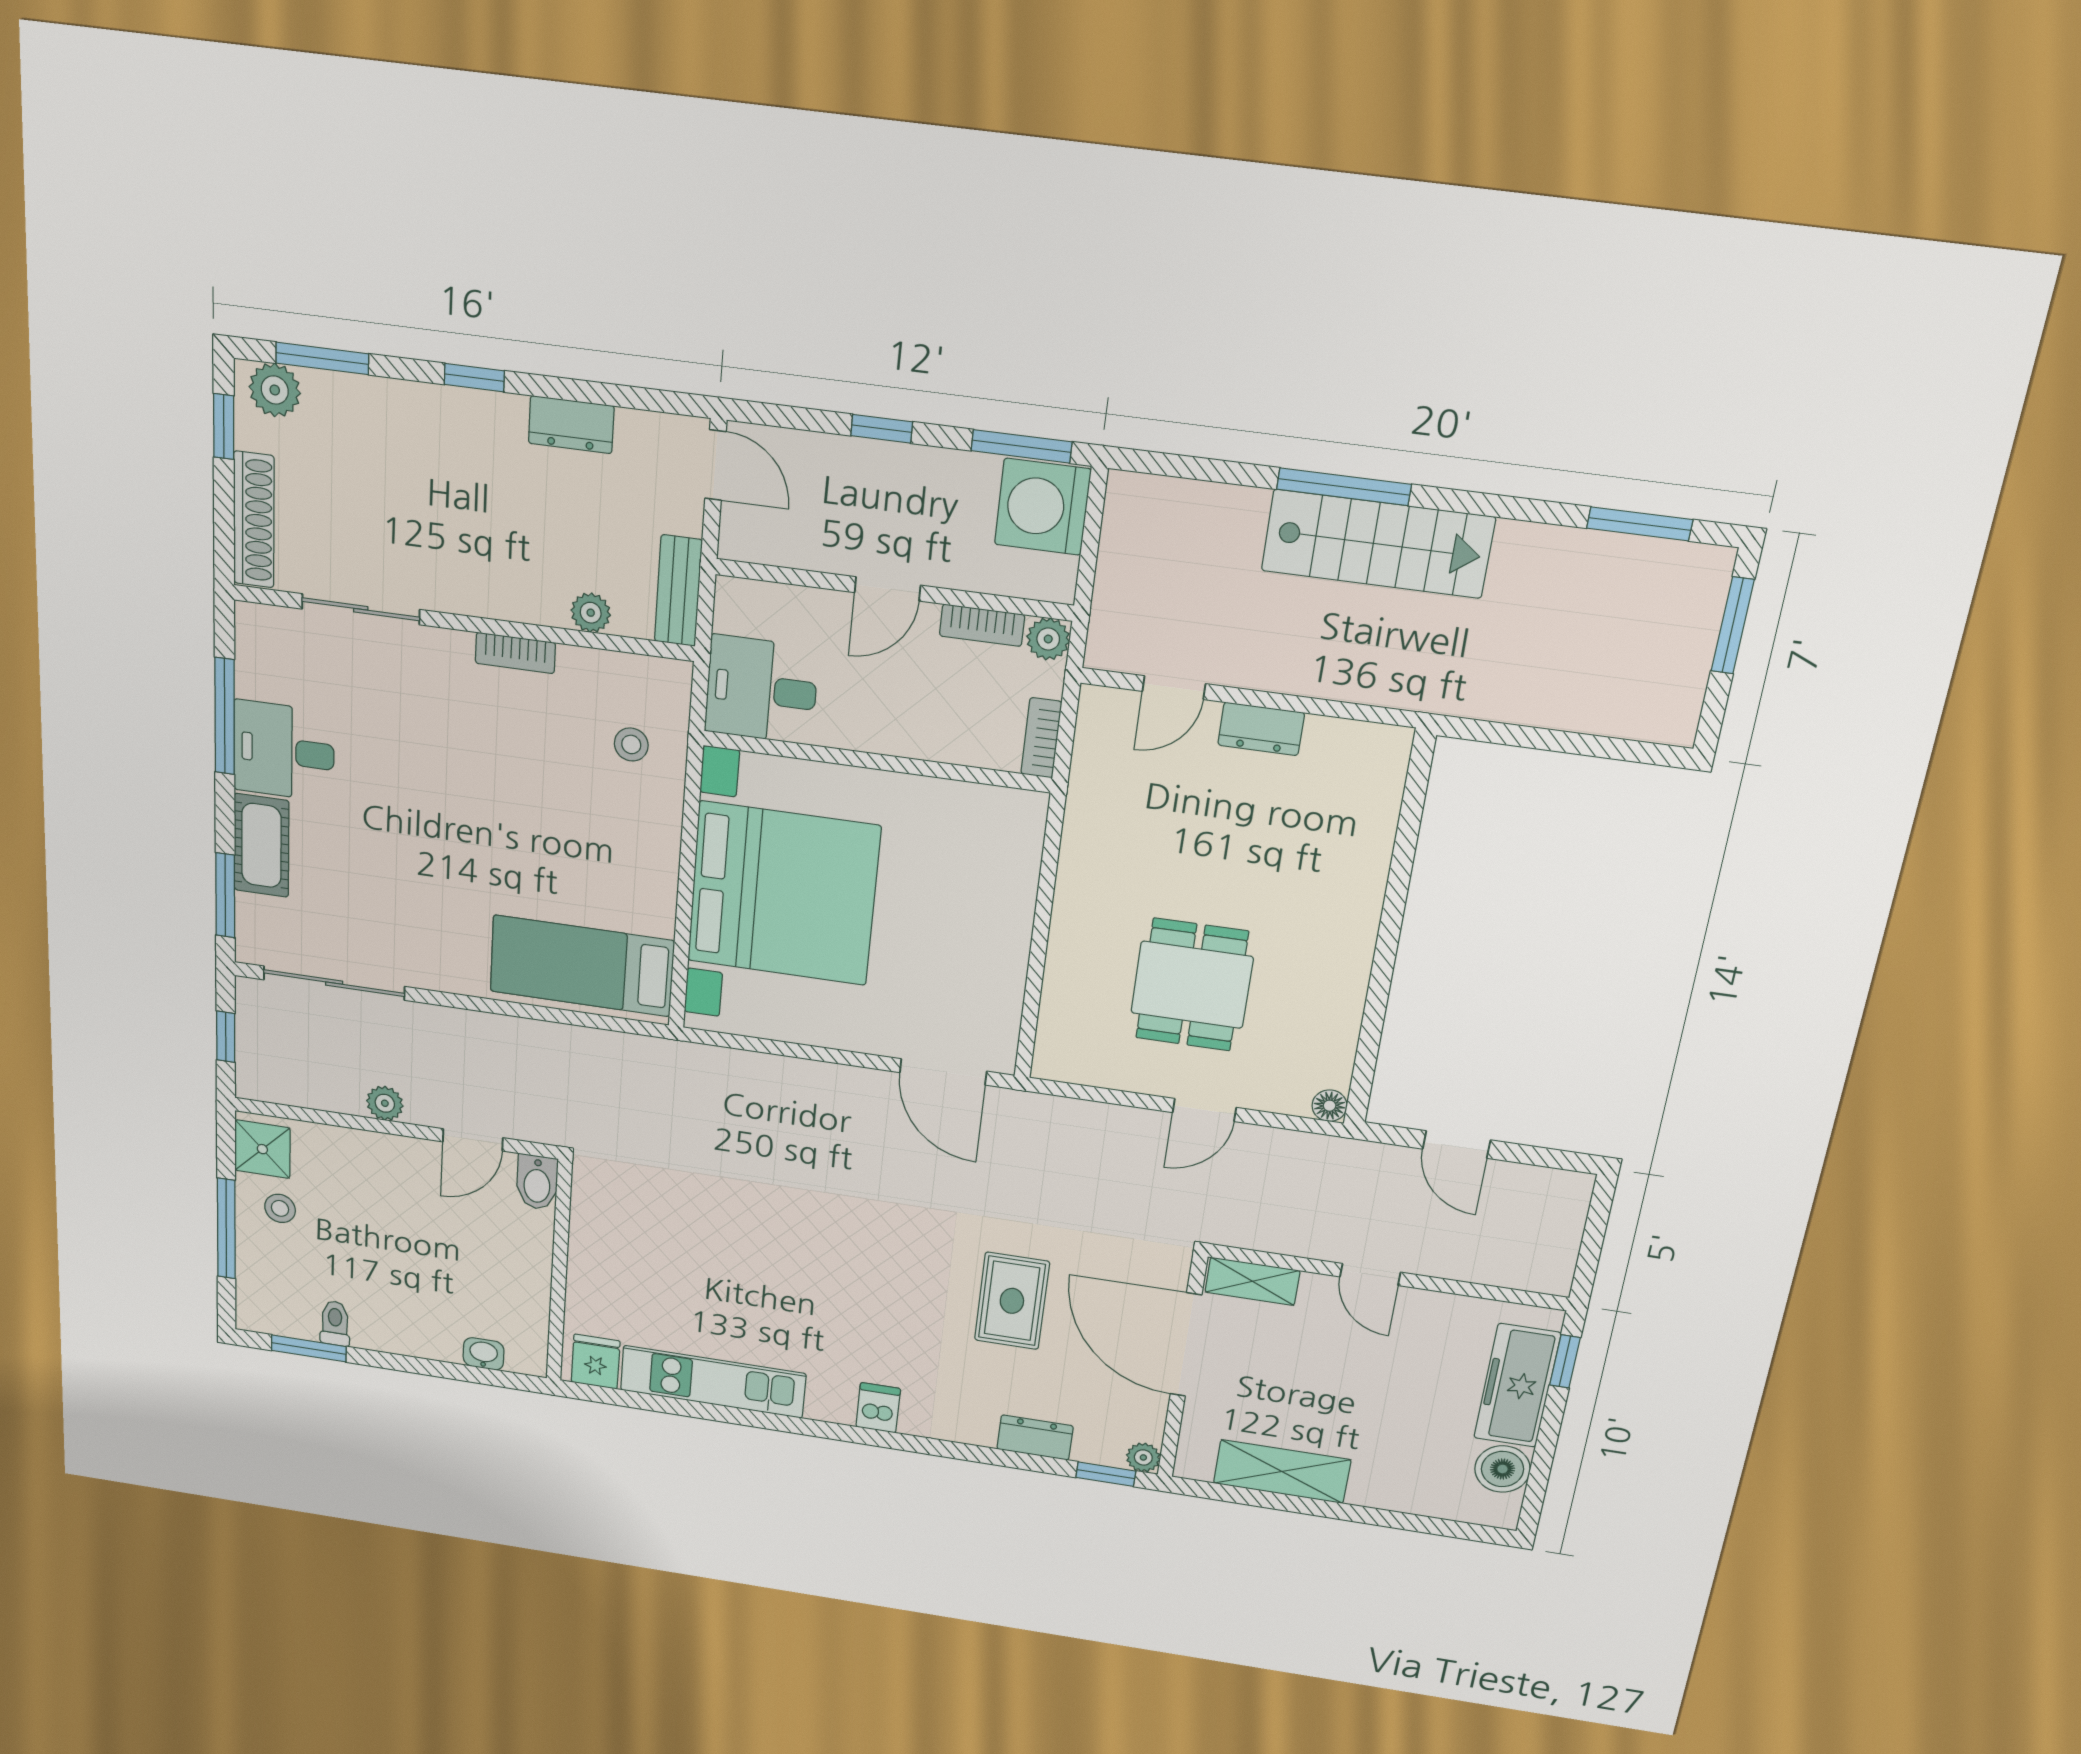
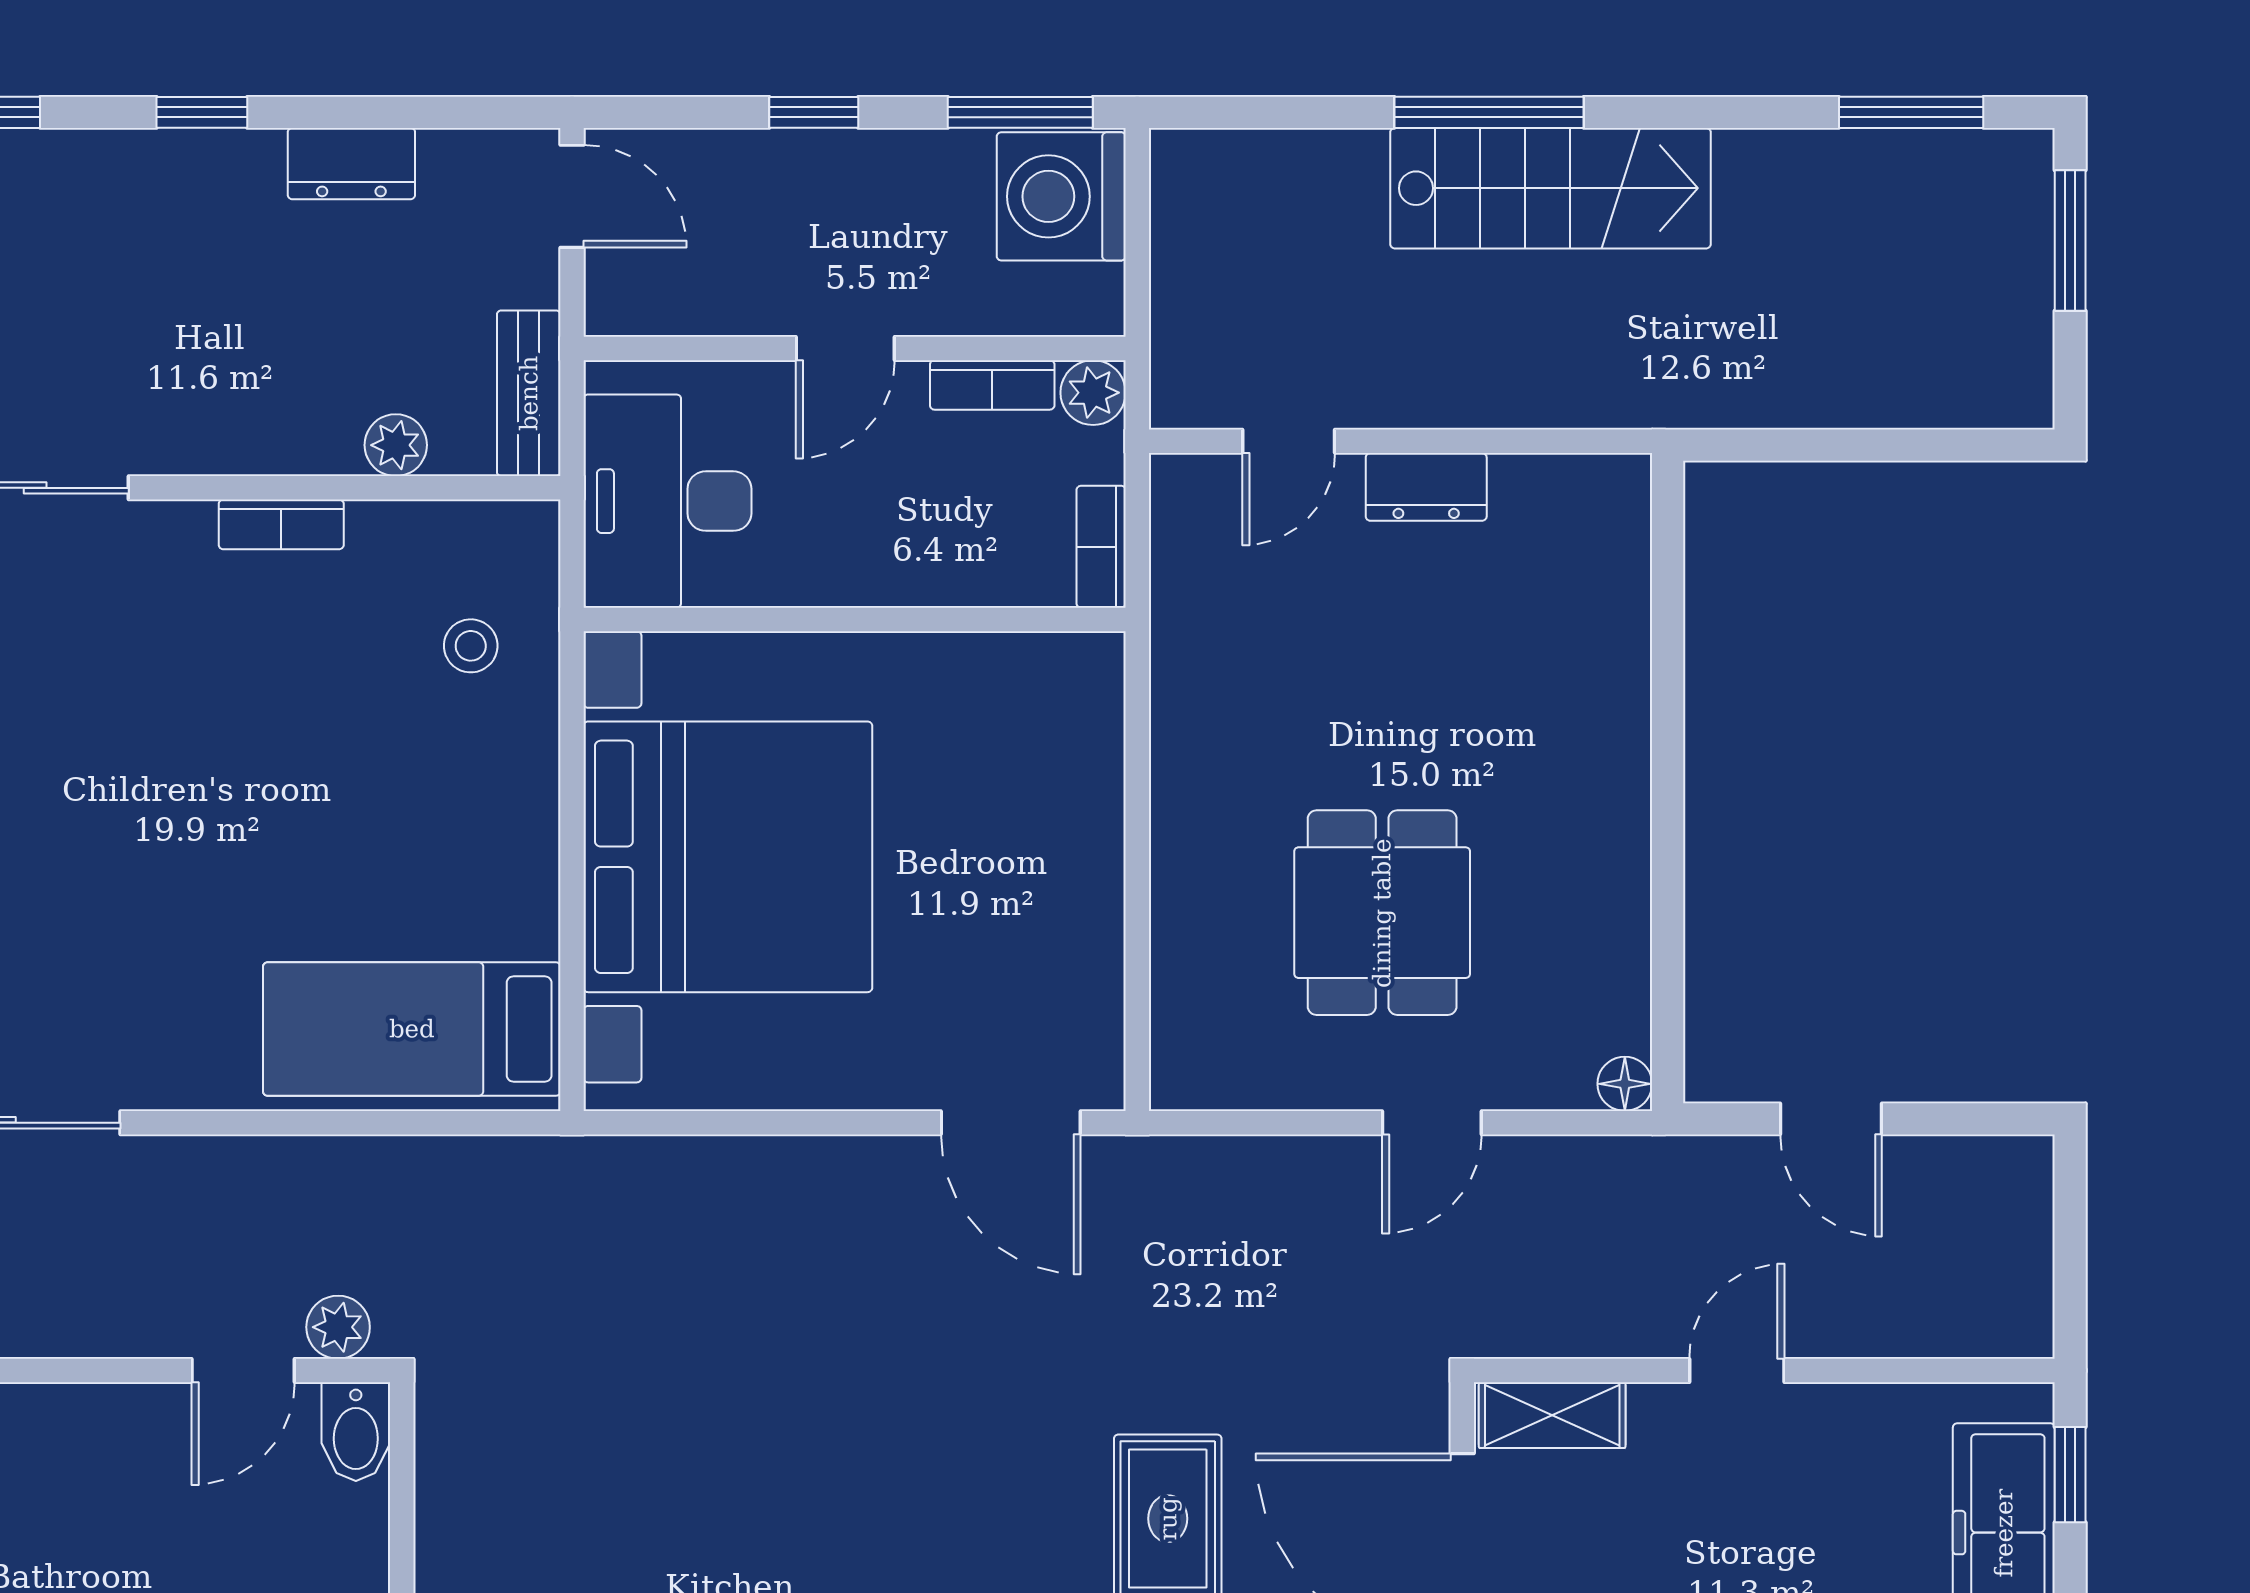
desk: (761, 690) -> (667, 501), width x1.37
plant: (385, 1103) -> (338, 1327), moved
door: (1370, 1275) -> (1737, 1370), swing flipped

